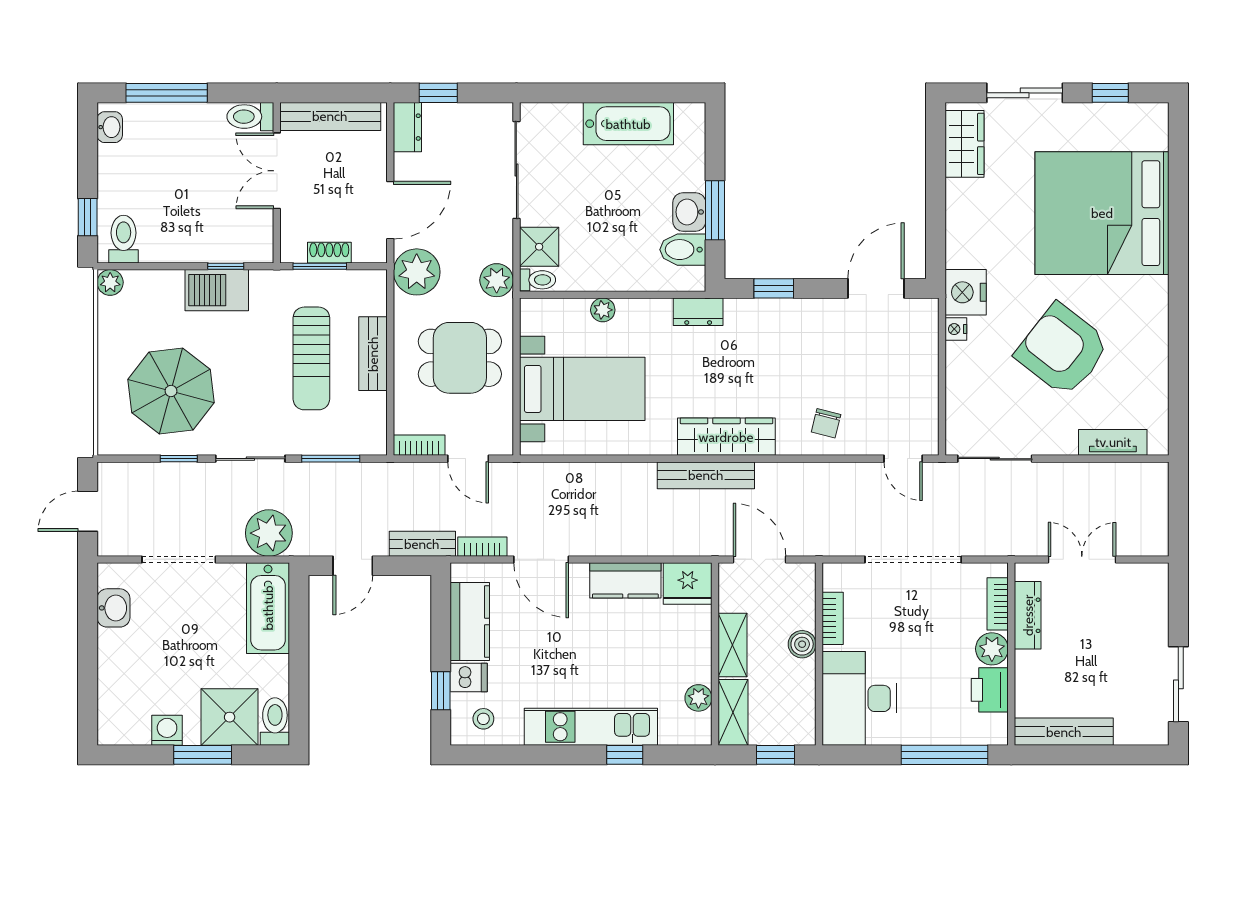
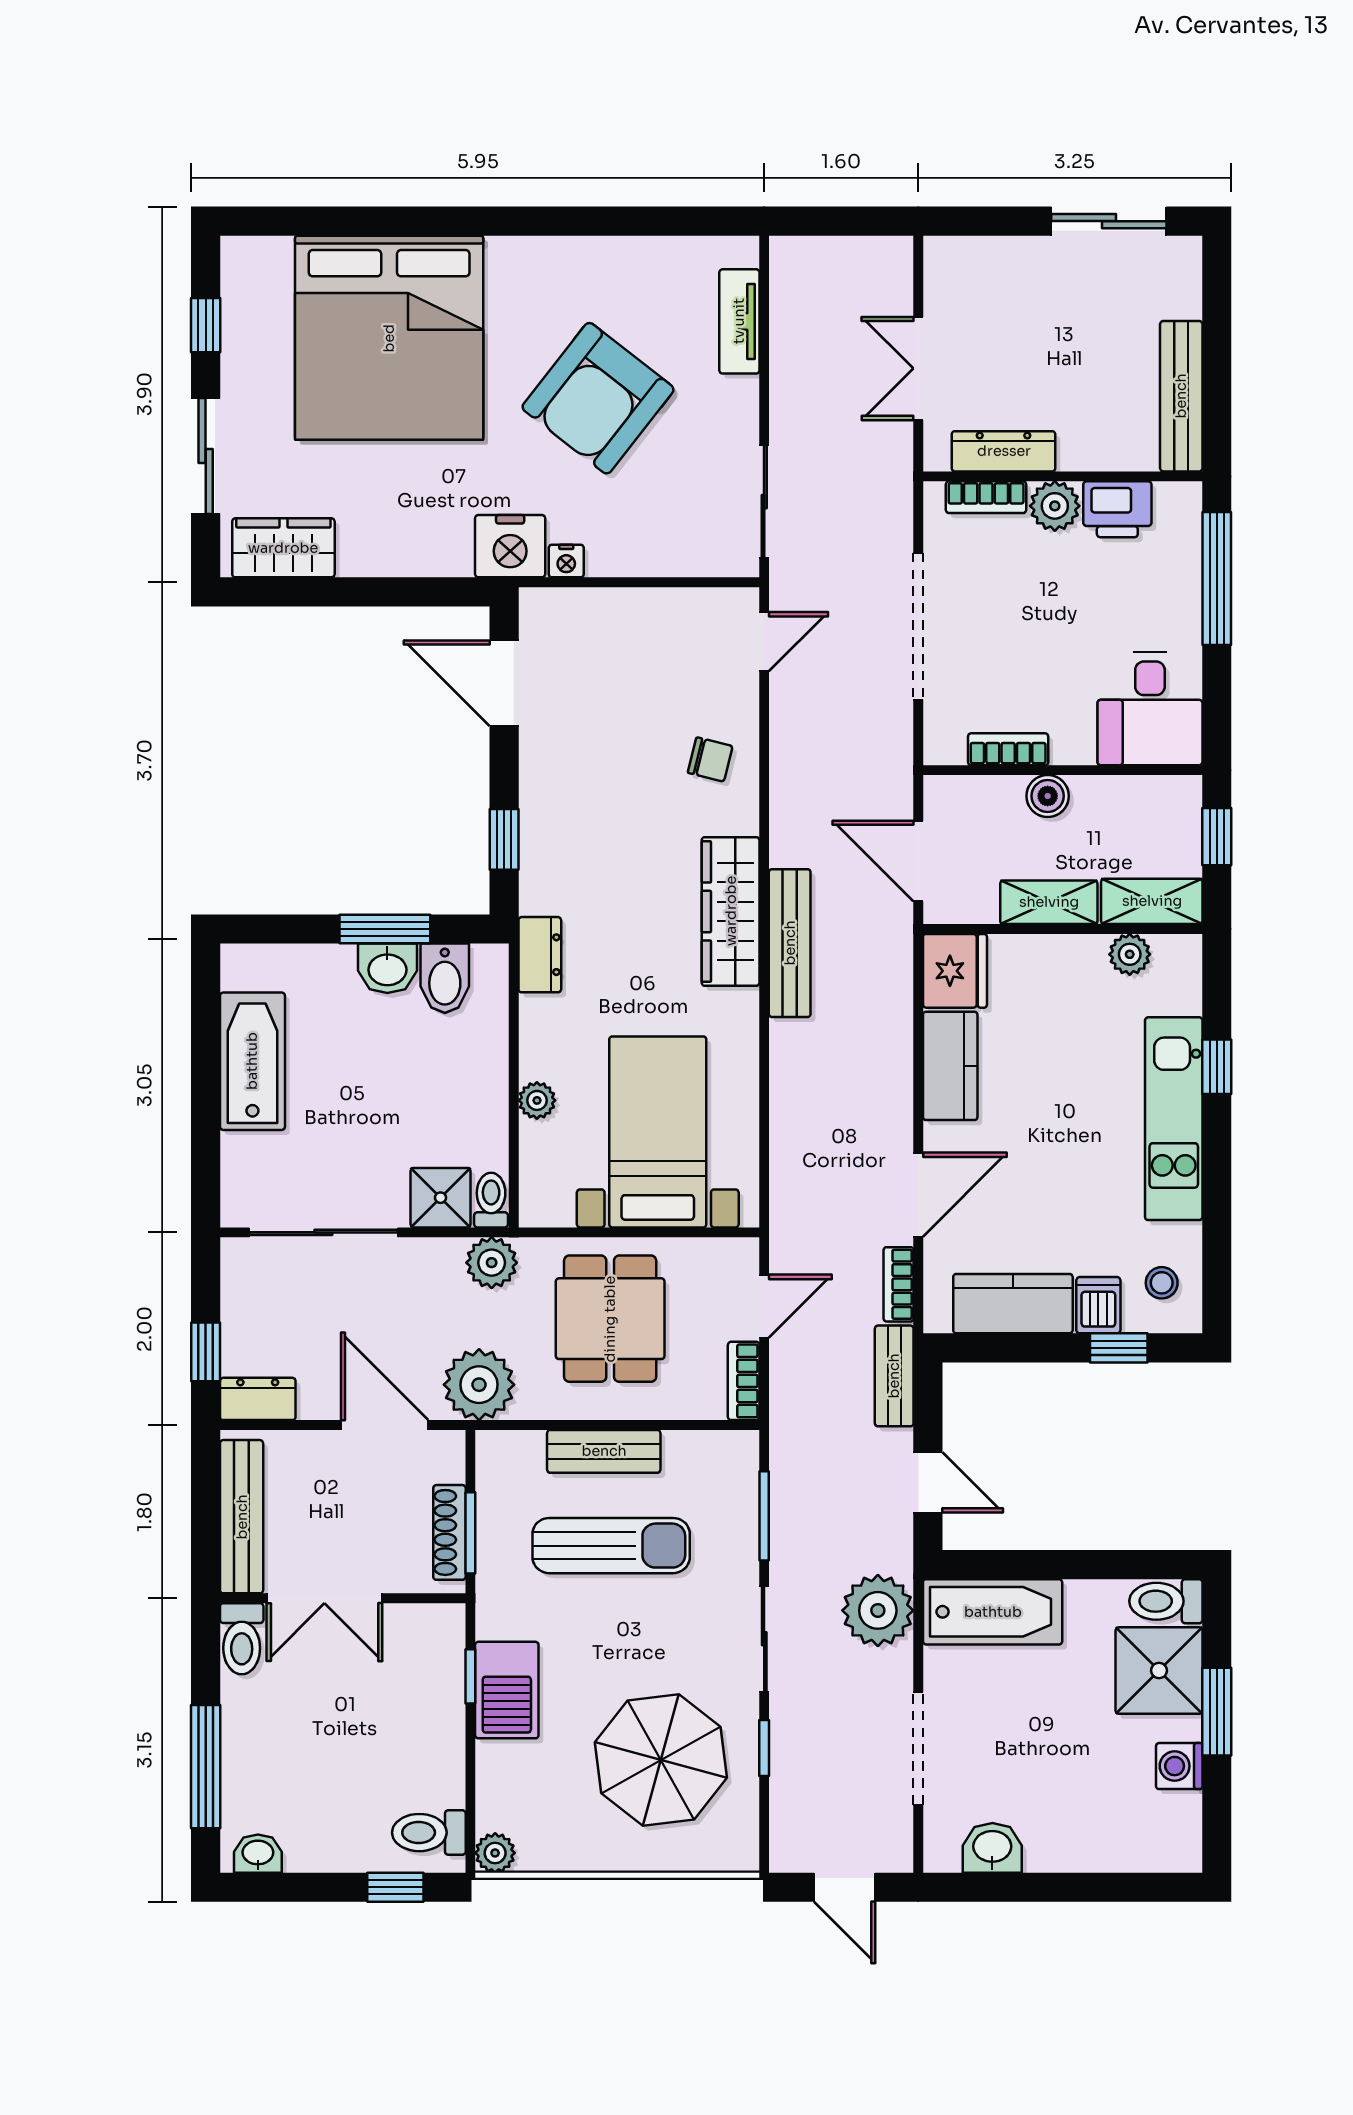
shoe rack: (329, 253) -> (449, 1532), width x1.43
door: (759, 559) -> (918, 861), hinge flipped
desk: (859, 698) -> (1150, 709), width x0.73

